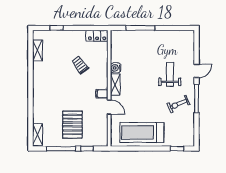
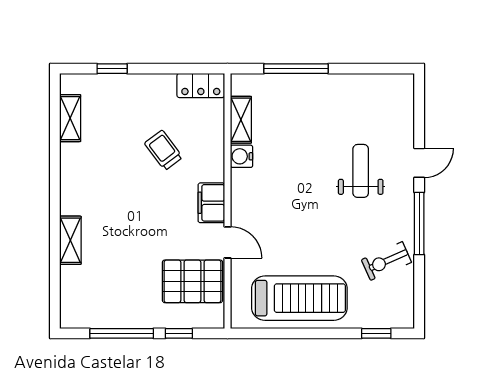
shelving: (115, 85) -> (241, 120), moved
filing cabinet: (102, 94) -> (211, 203), width x2.00
exercise bike: (178, 104) -> (386, 261), moved
pallet: (72, 125) -> (192, 281), moved, turned 90
treadmill: (142, 132) -> (299, 298), turned 180
shelving: (38, 135) -> (70, 240), moved

